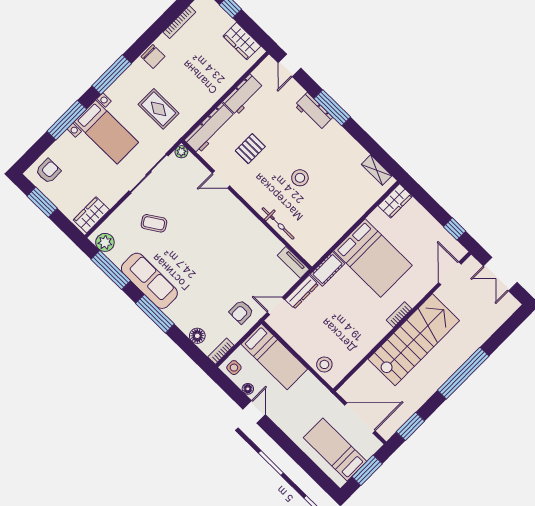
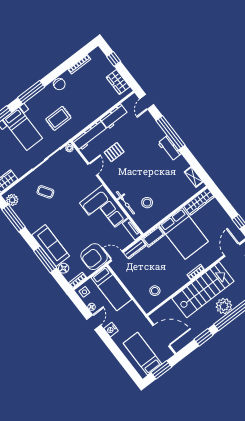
window: (332, 108) -> (171, 133), width x1.46
rug: (158, 109) -> (58, 118), turned 90
workbench: (314, 111) -> (170, 148), moved
stool: (300, 178) -> (147, 203), moved
door: (221, 179) -> (93, 169), swing flipped
wardrobe: (395, 201) -> (199, 201), width x1.50
corner sofa: (246, 239) -> (104, 210), added
sofa: (149, 281) -> (51, 246), moved
armchair: (241, 312) -> (94, 257), width x1.88, depth x1.88
window: (155, 314) -> (45, 259), moved
plant: (449, 360) -> (224, 306), added
stool: (324, 364) -> (155, 291), moved
nightstand: (282, 419) -> (111, 330), added
window: (410, 426) -> (204, 337), moved

